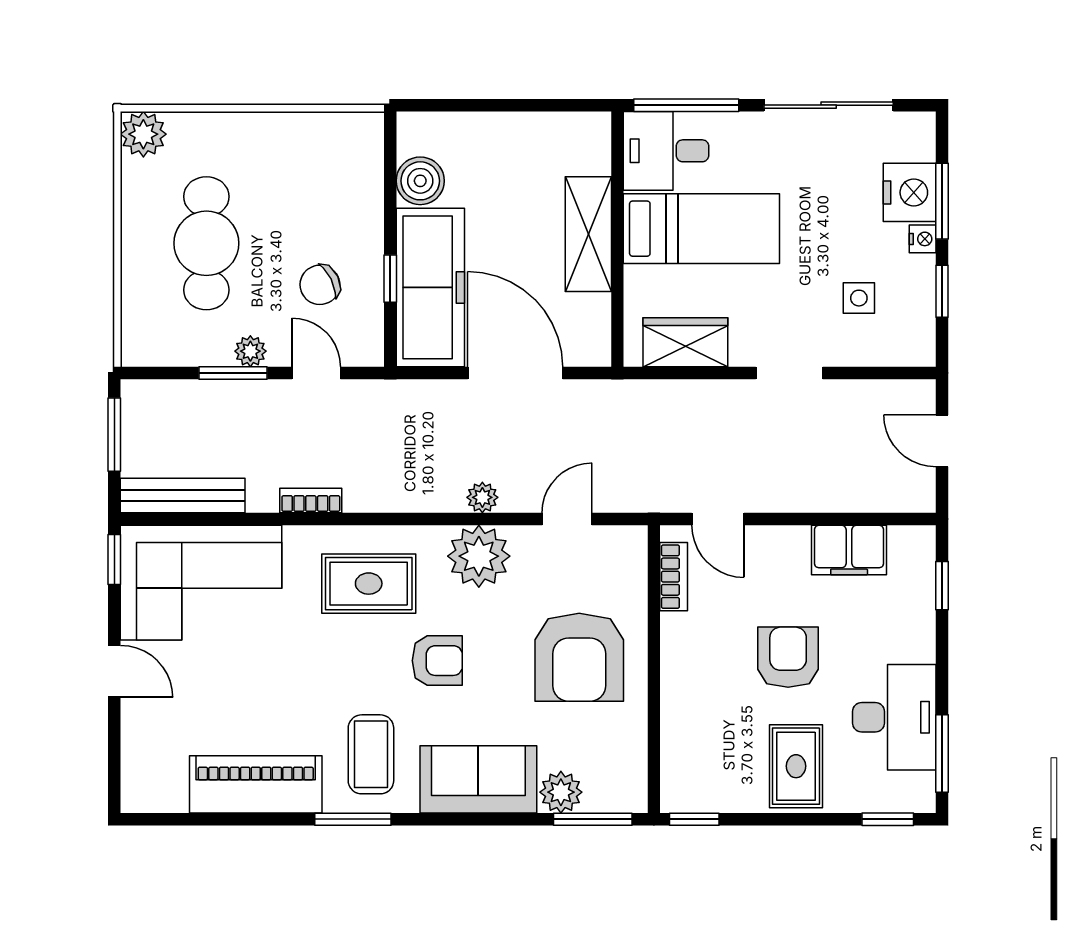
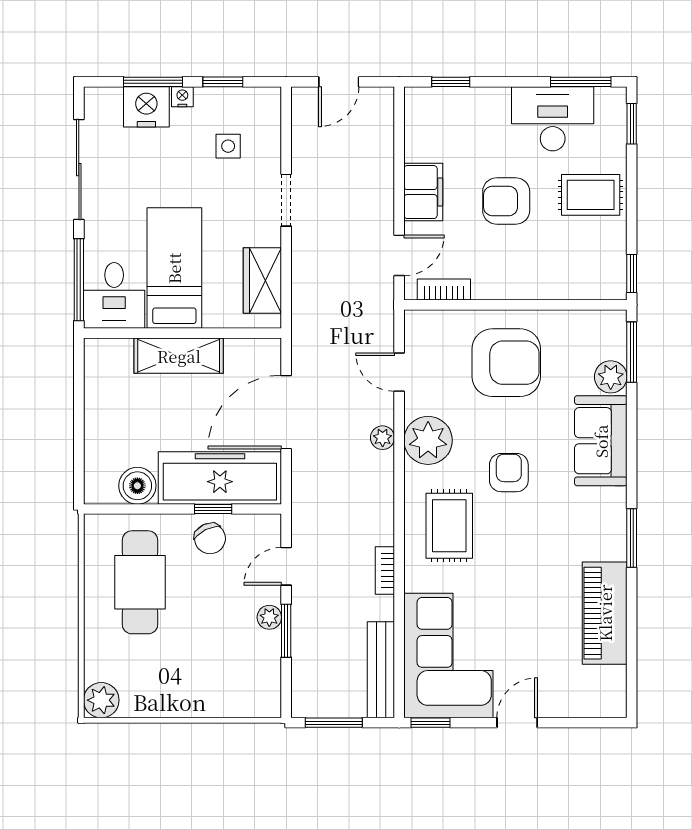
cafe table: (206, 243) -> (140, 582), moved, turned 90
chair: (320, 285) -> (210, 539), moved
filing cabinet: (849, 550) -> (423, 192), moved
coffee table: (371, 754) -> (581, 524), removed

